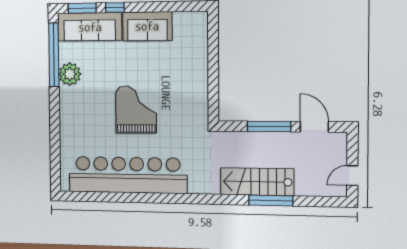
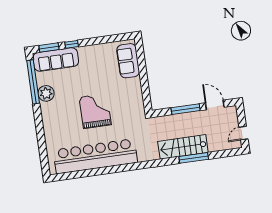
sofa: (147, 26) -> (128, 61), moved, turned 90

